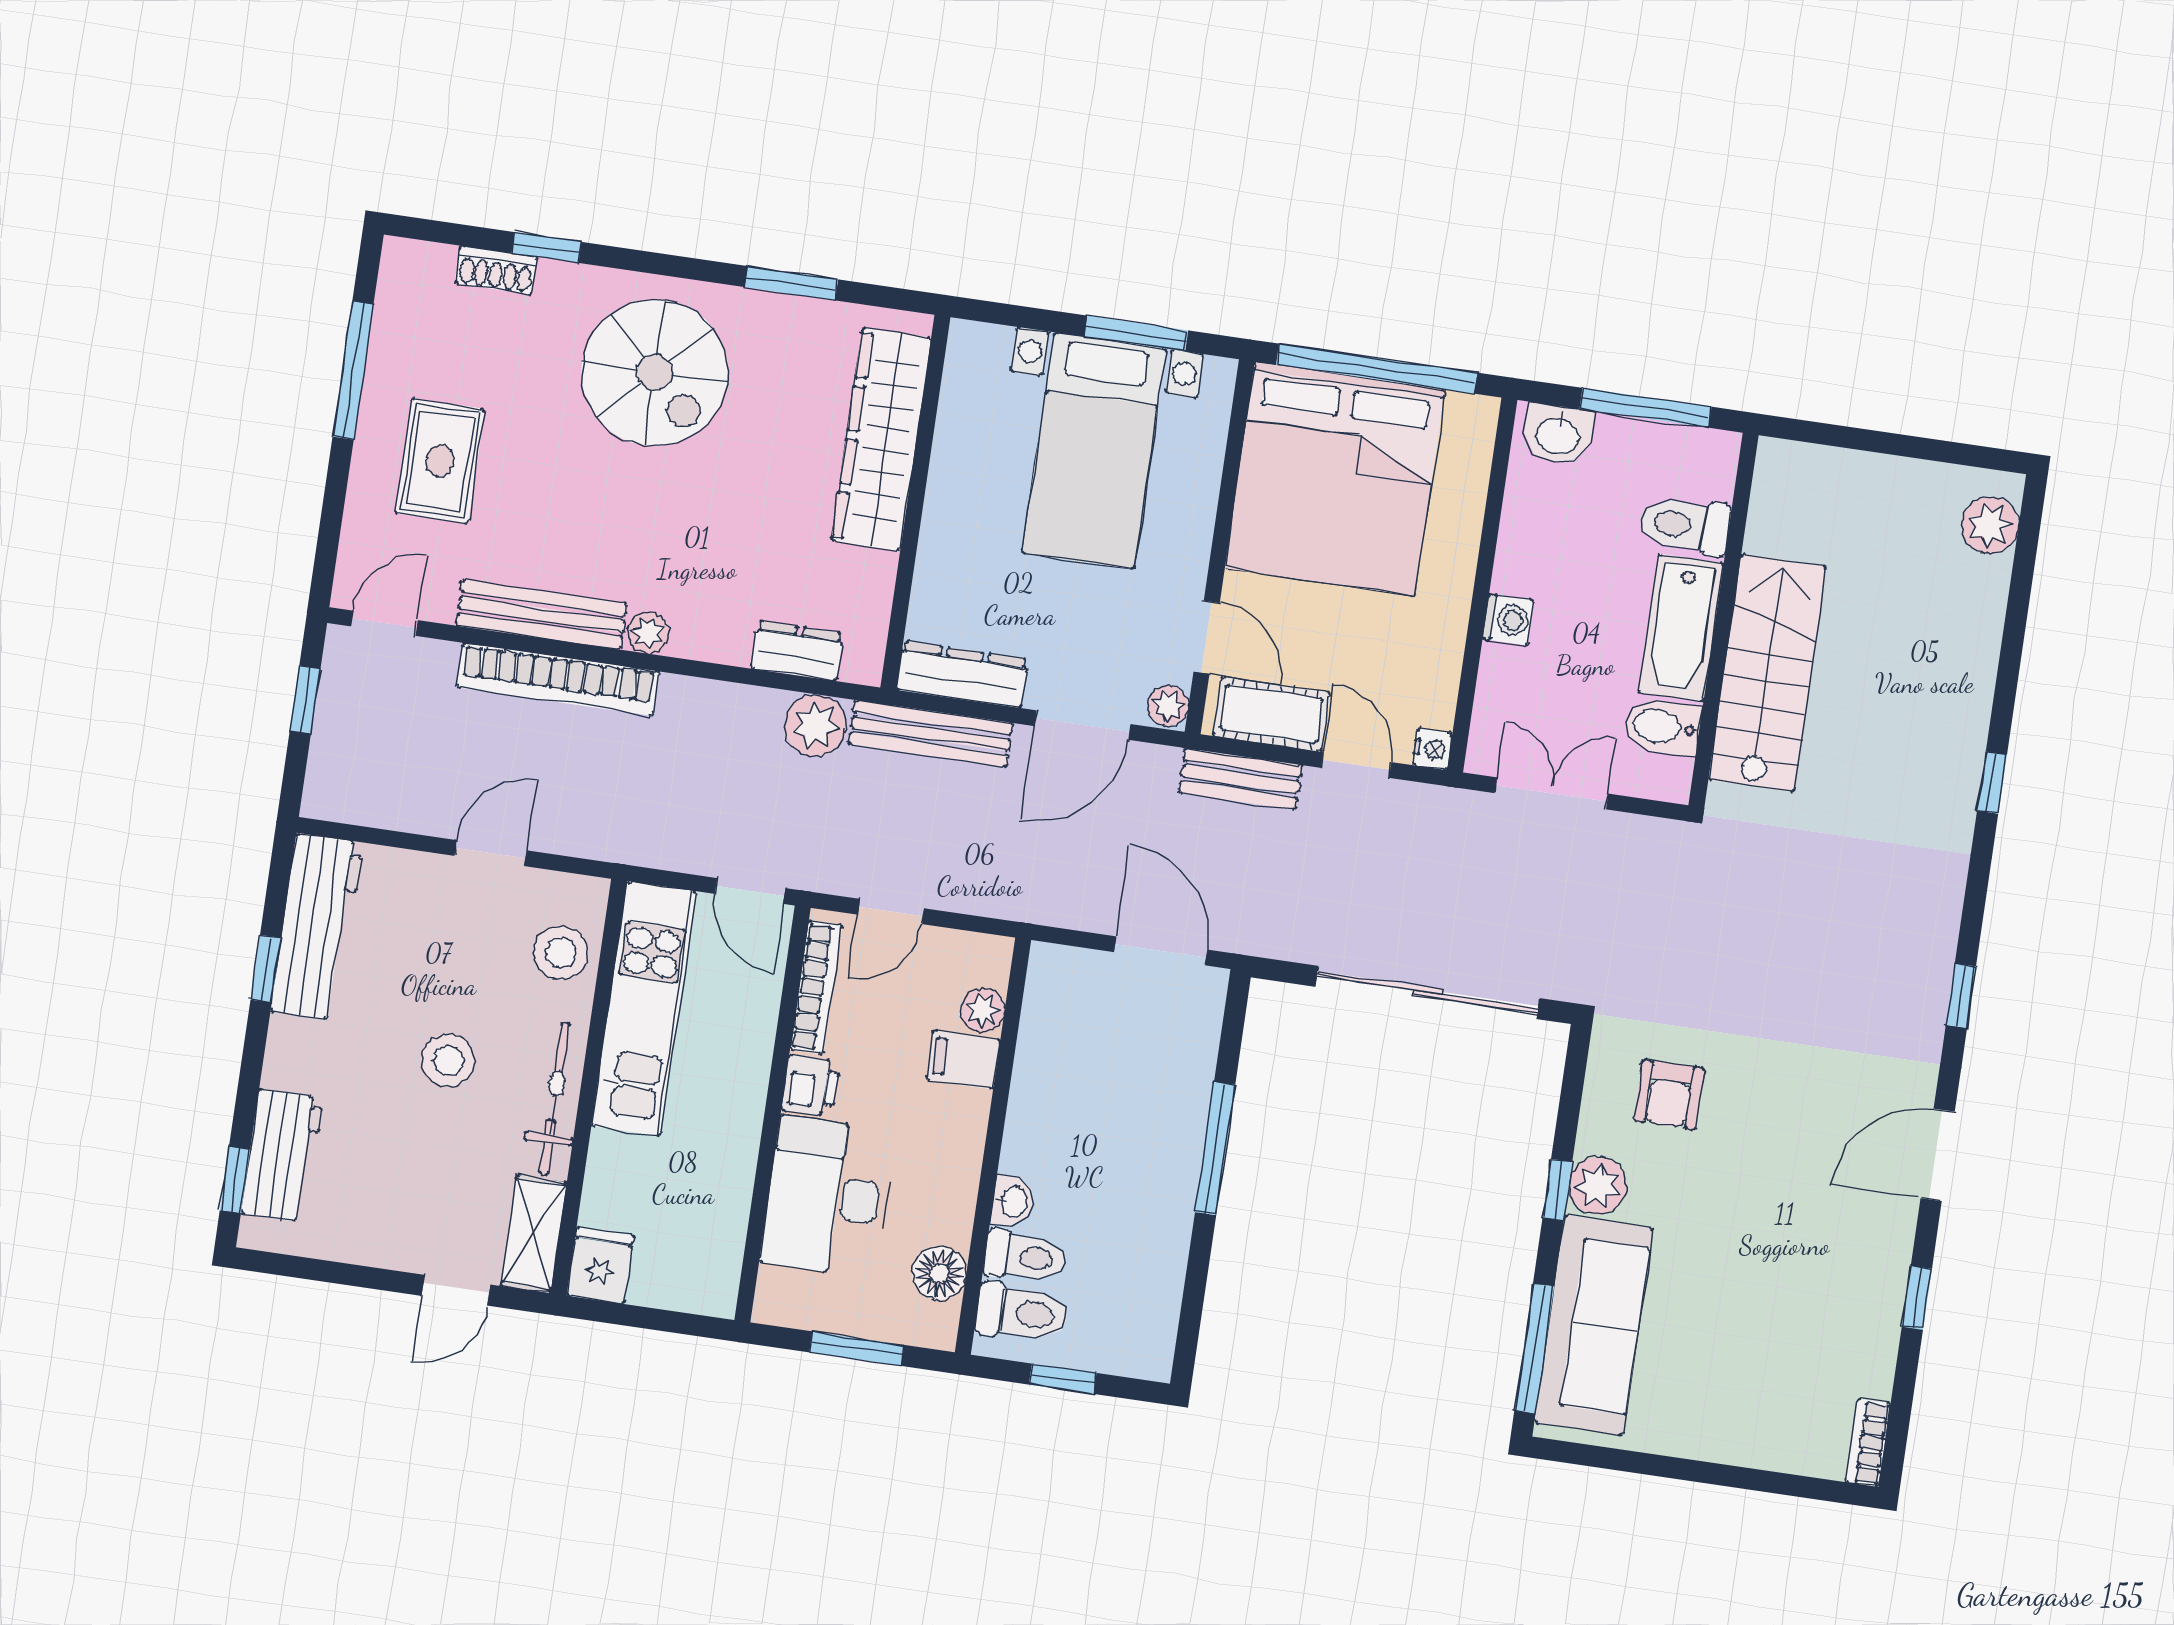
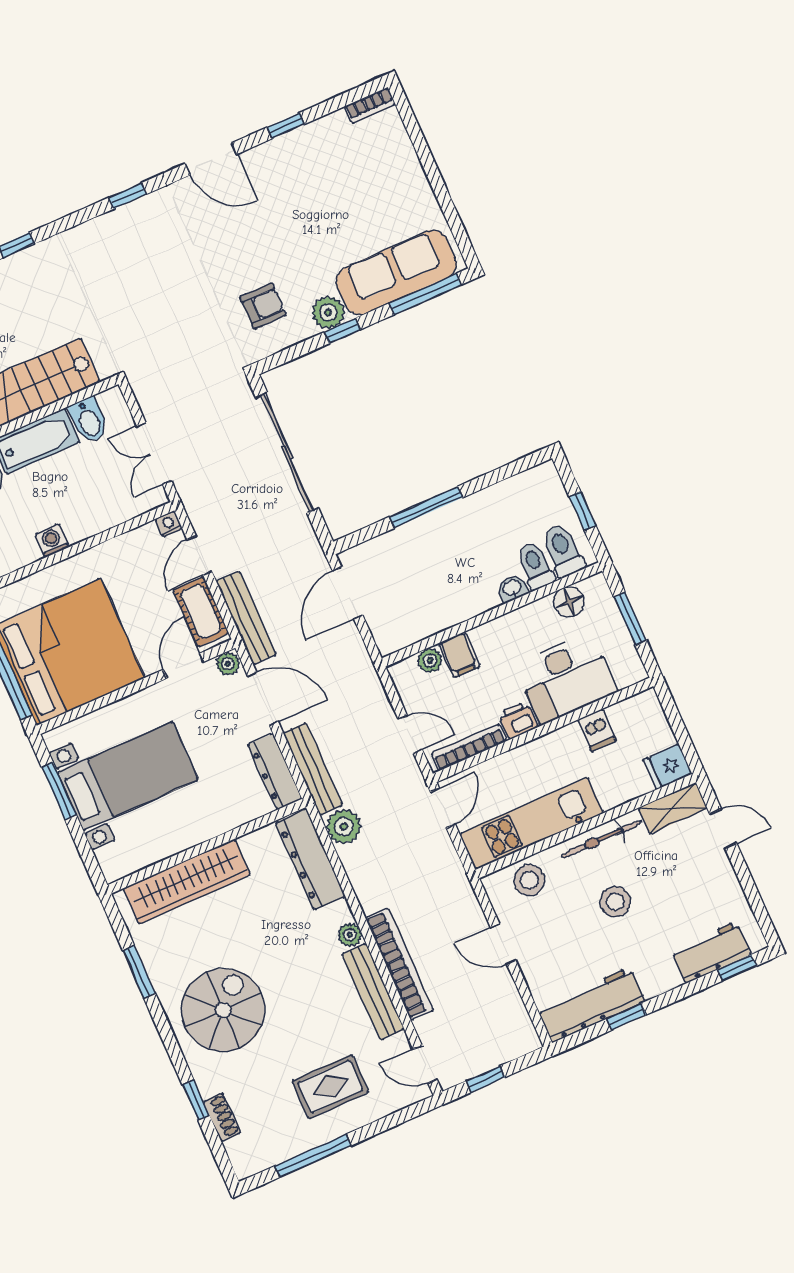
washing machine: (1508, 620) -> (52, 541), moved
dresser: (797, 651) -> (310, 859), width x1.96, depth x1.24
bench: (1241, 779) -> (246, 618), width x1.36
dishwasher: (722, 1194) -> (597, 730), added

